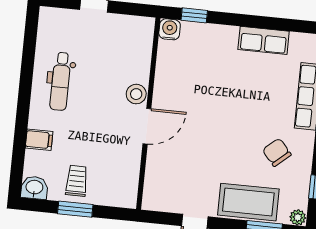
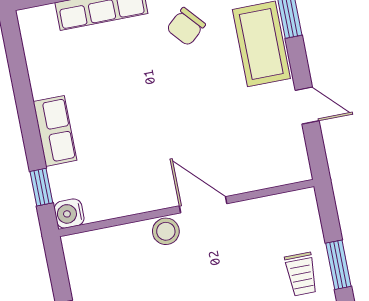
row of seats: (264, 40) -> (55, 131), moved
trolley: (77, 181) -> (301, 274), turned -90

